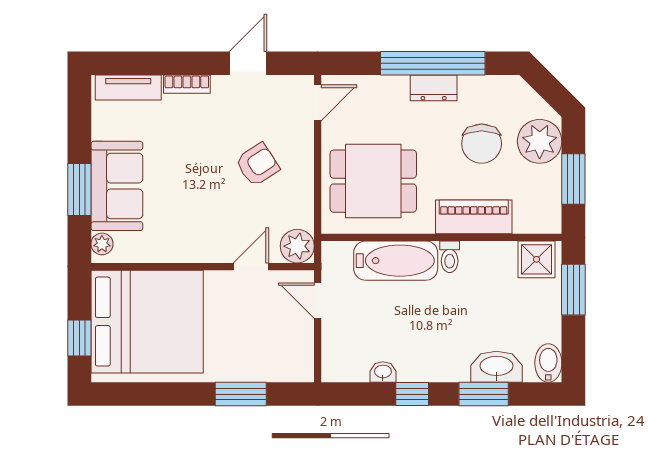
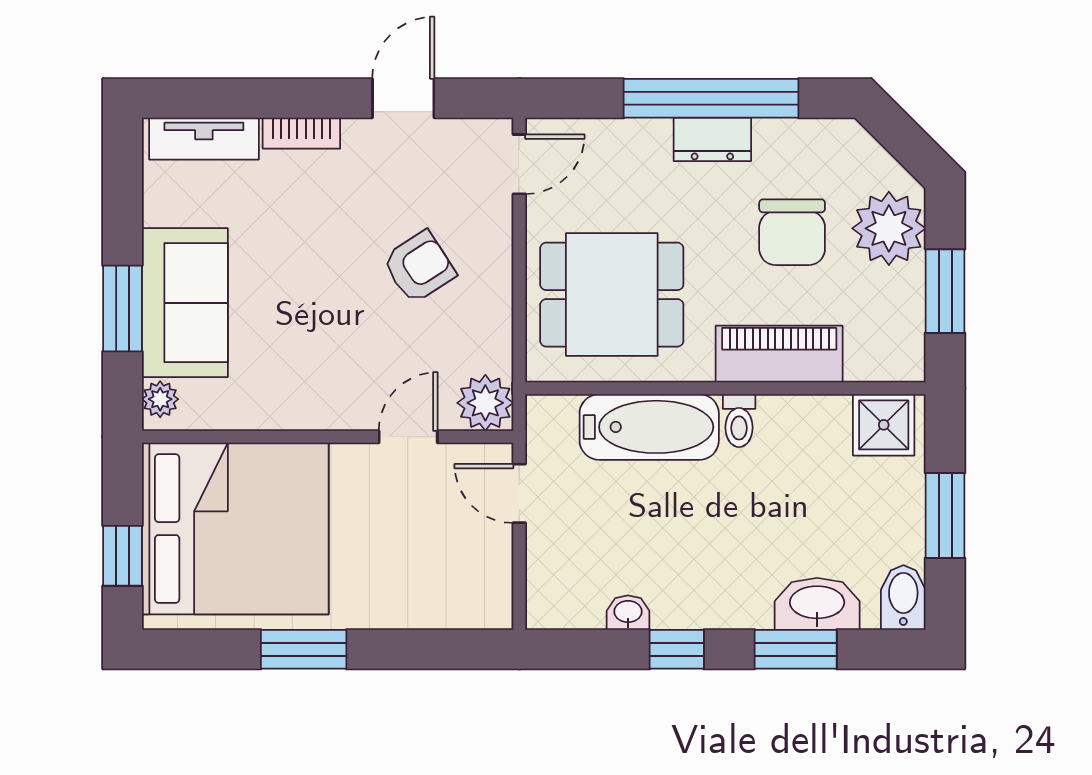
window: (573, 290) -> (945, 516), moved
window: (241, 394) -> (304, 649), moved

